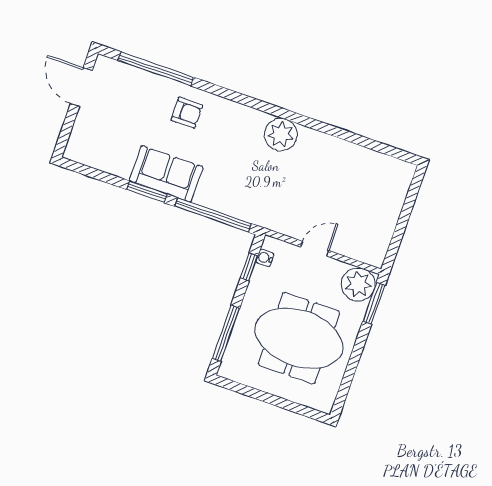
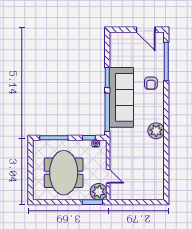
door: (81, 87) -> (146, 30), swing flipped
sofa: (166, 174) -> (121, 97), width x1.85, depth x1.27
door: (315, 249) -> (108, 176), moved

